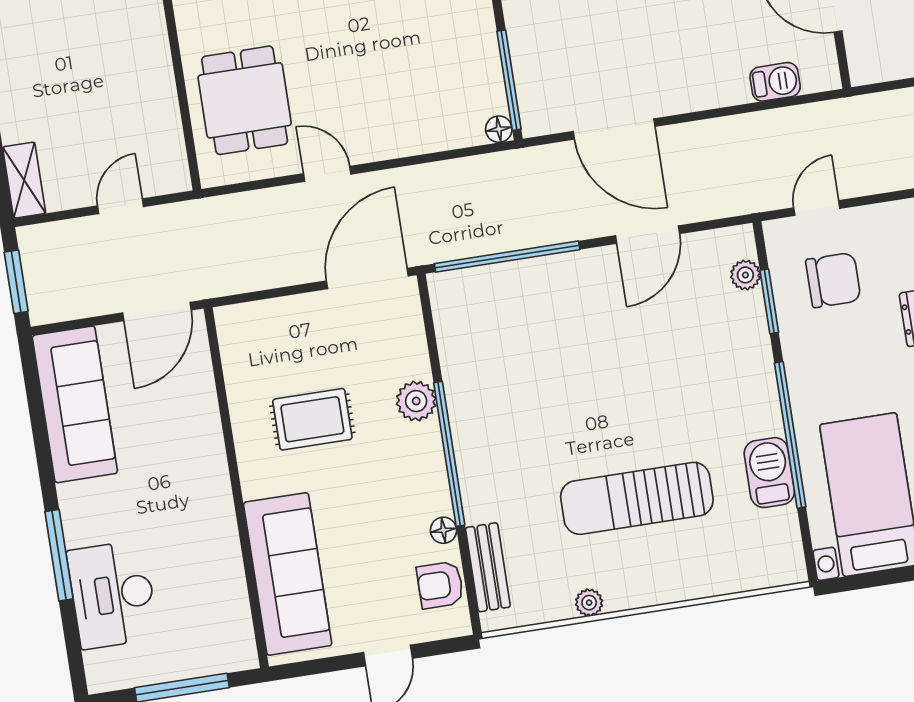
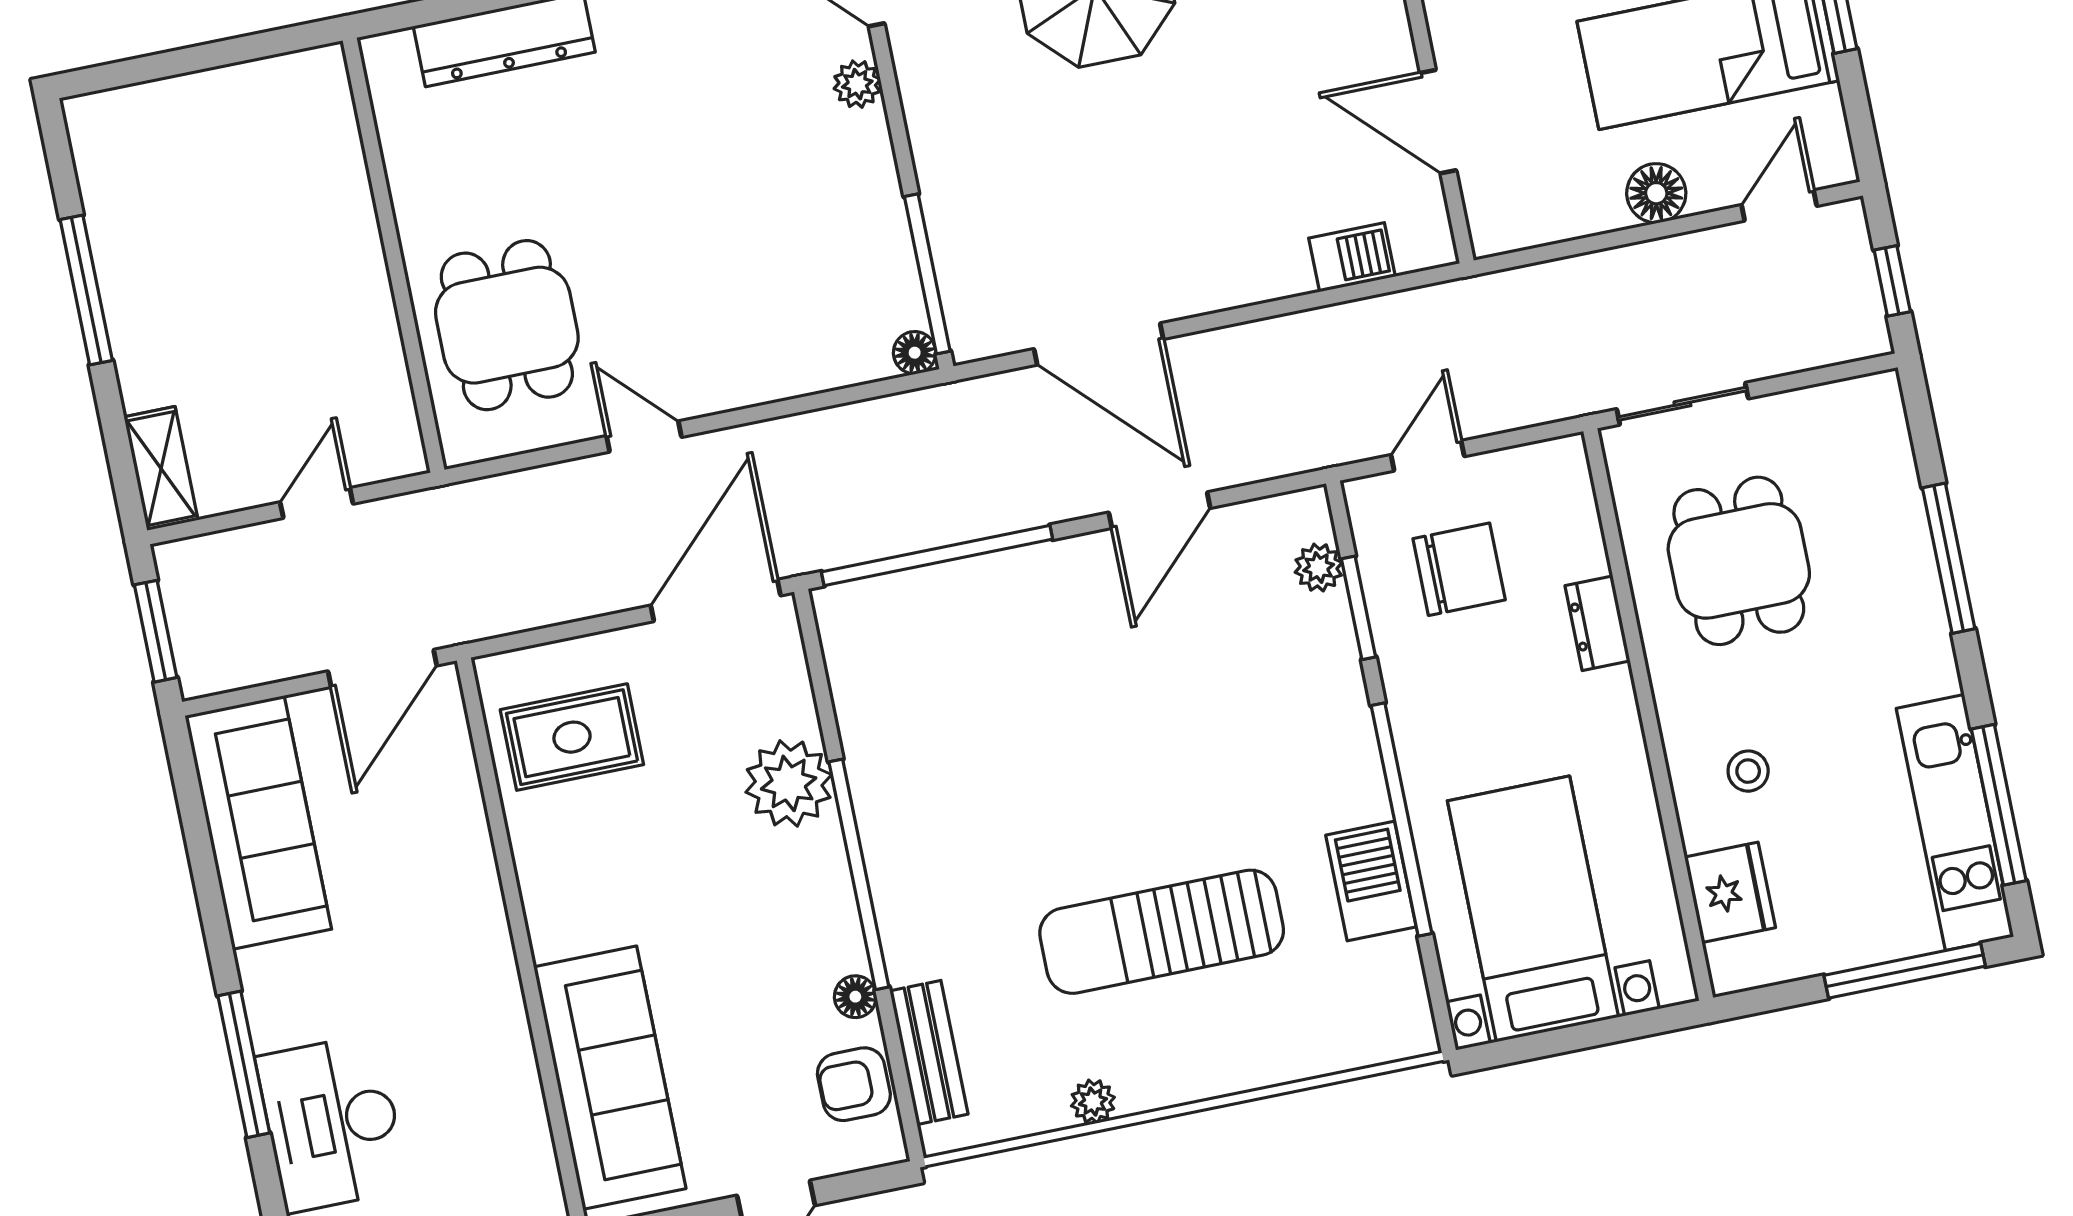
plant: (416, 401) -> (789, 783), width x1.36, depth x1.36
rug: (312, 419) -> (572, 737), moved

